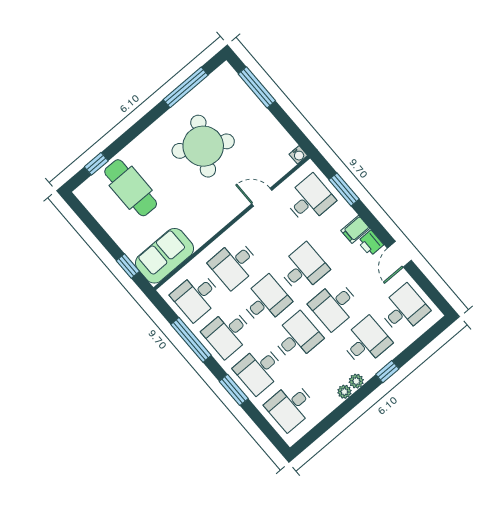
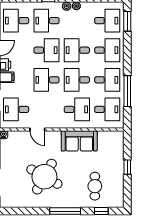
window: (186, 87) -> (65, 211), moved
cafe table: (131, 188) -> (95, 186), width x0.73, depth x0.74
sofa: (165, 256) -> (79, 141), moved
window: (128, 266) -> (127, 167), moved
window: (234, 390) -> (127, 21), moved

